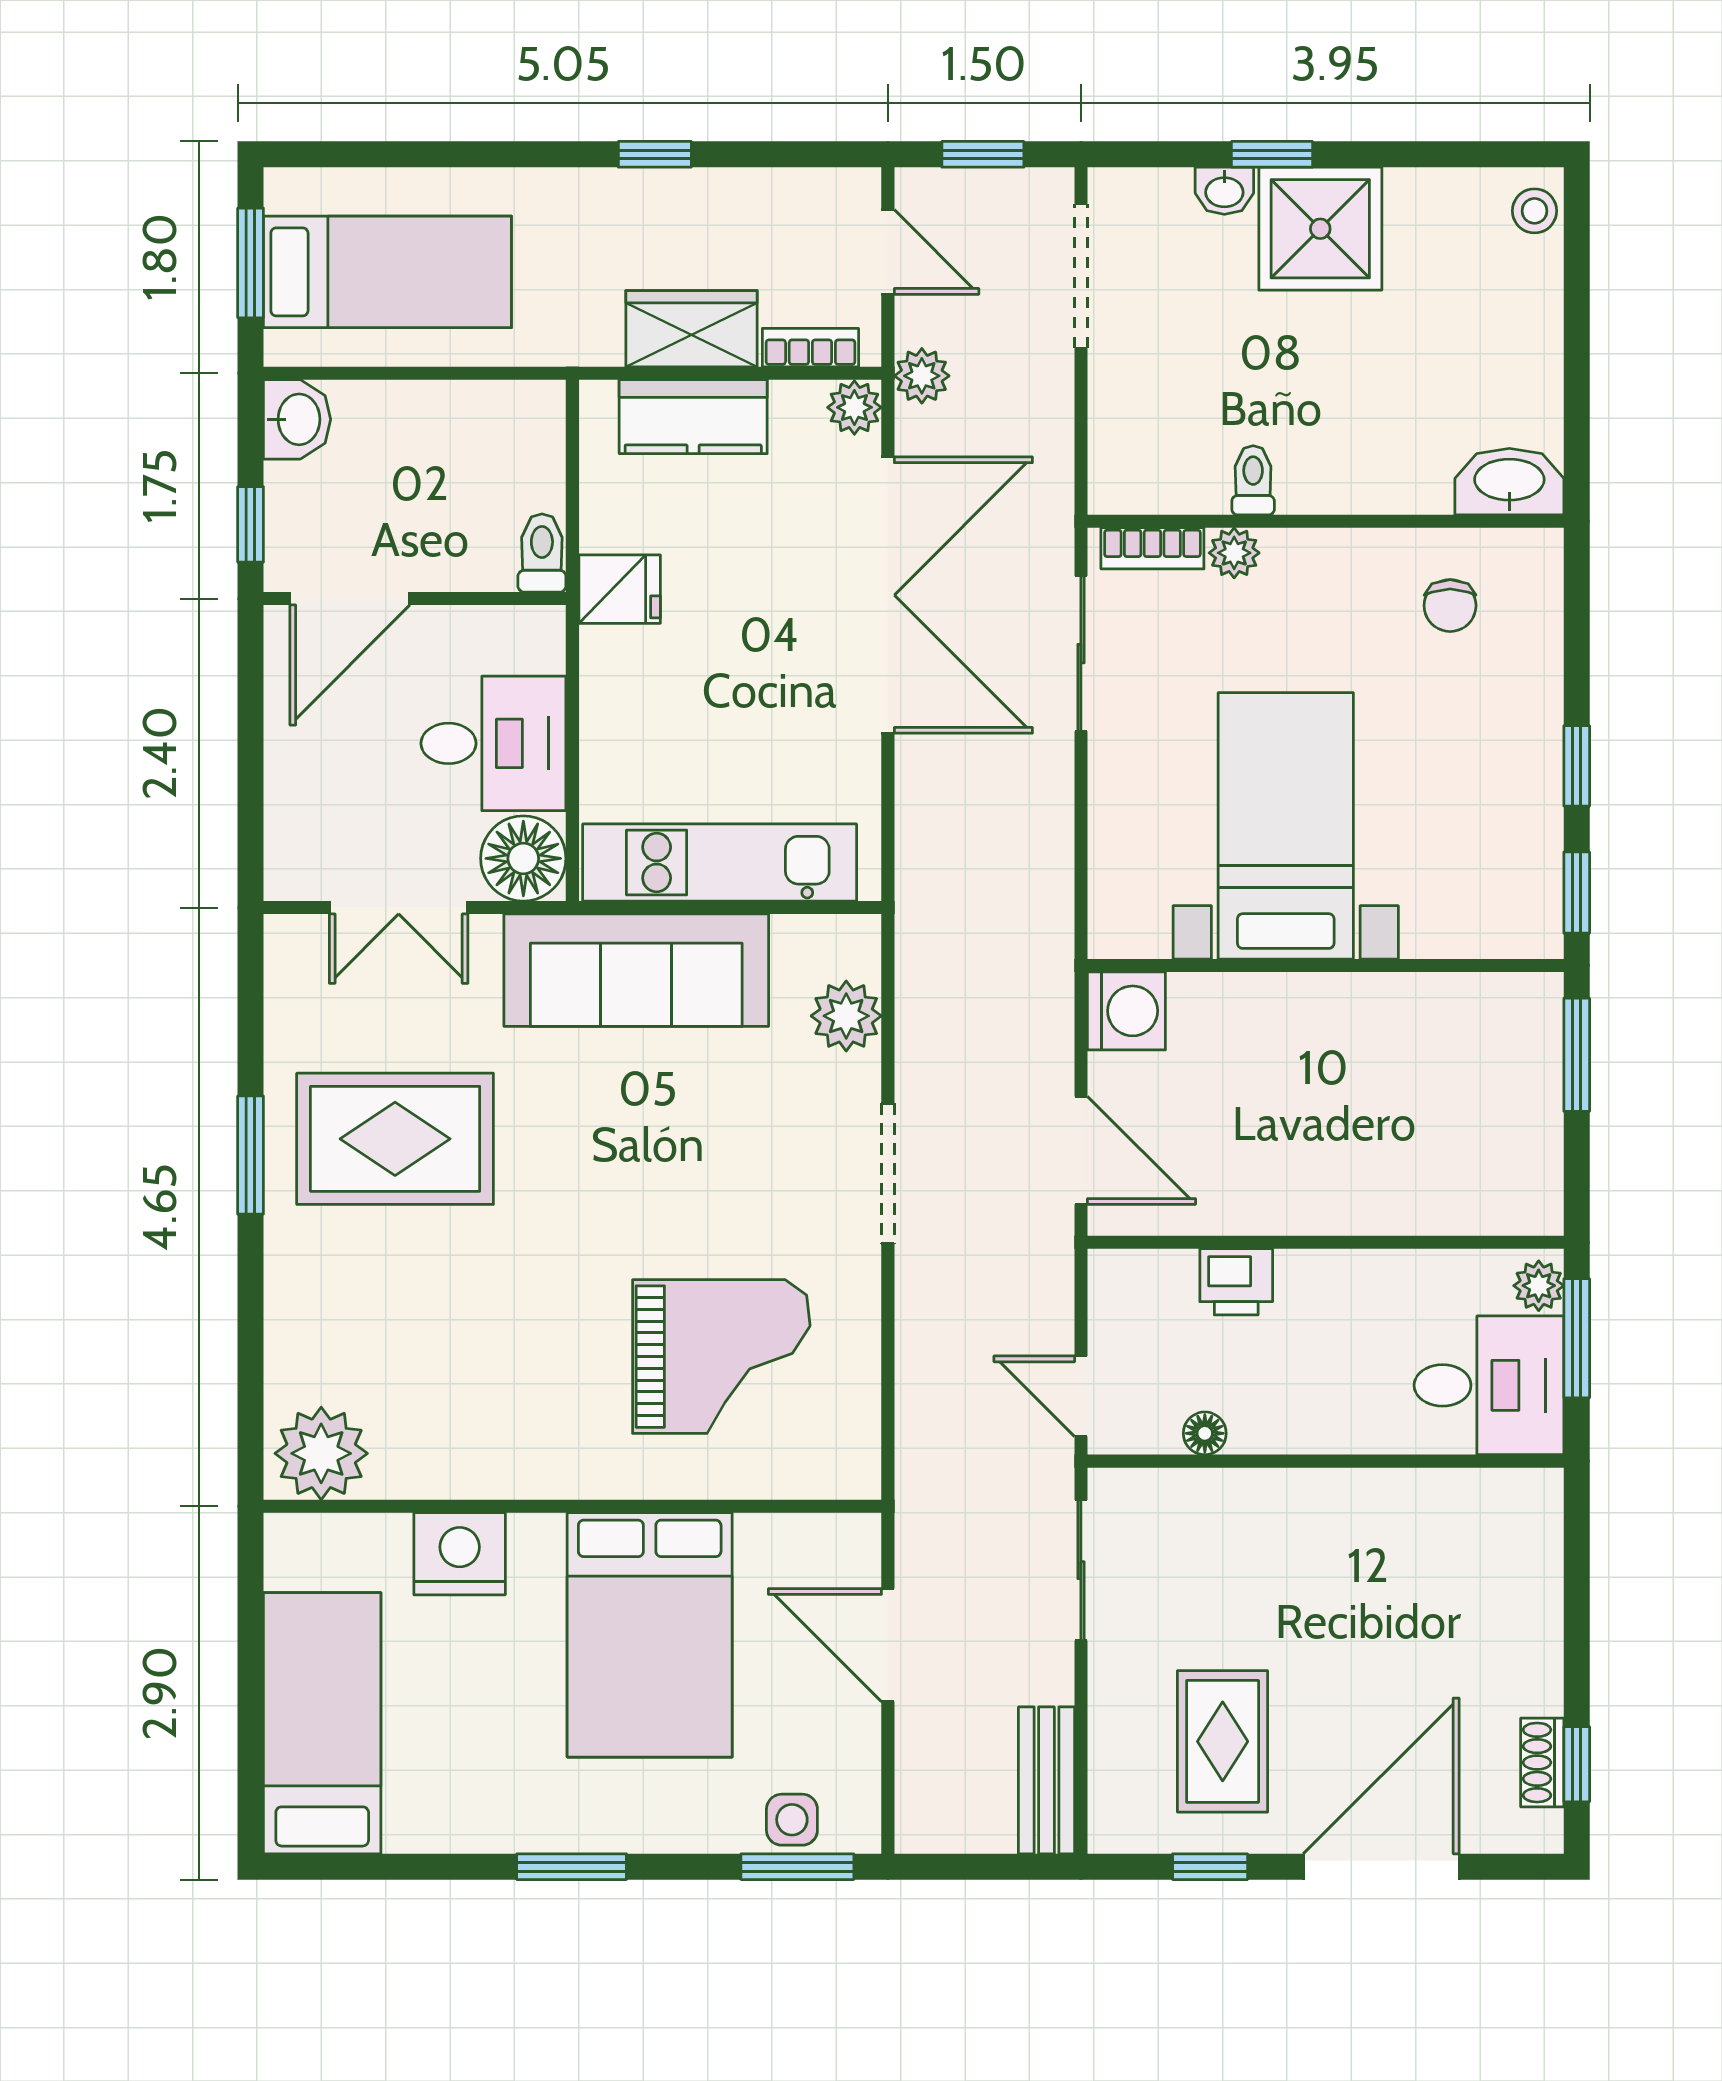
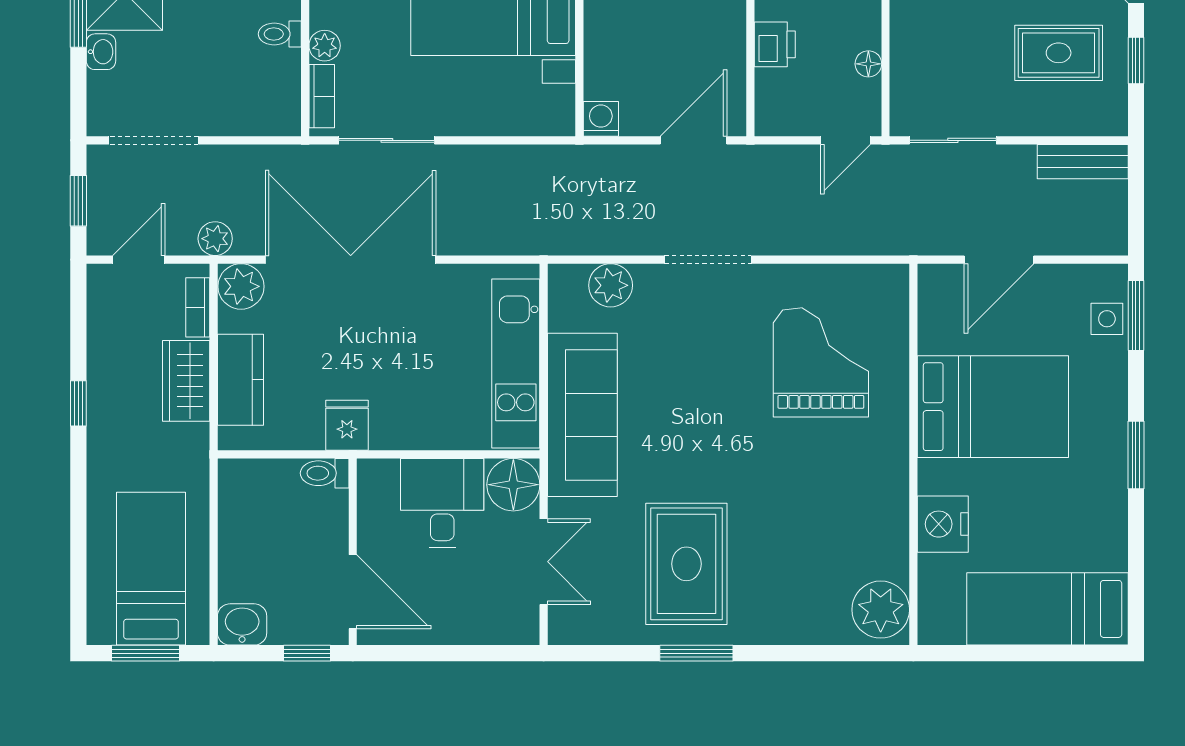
plant: (854, 407) -> (241, 286), width x1.38, depth x1.38
washing machine: (1126, 1011) -> (601, 119), width x0.73, depth x0.73

